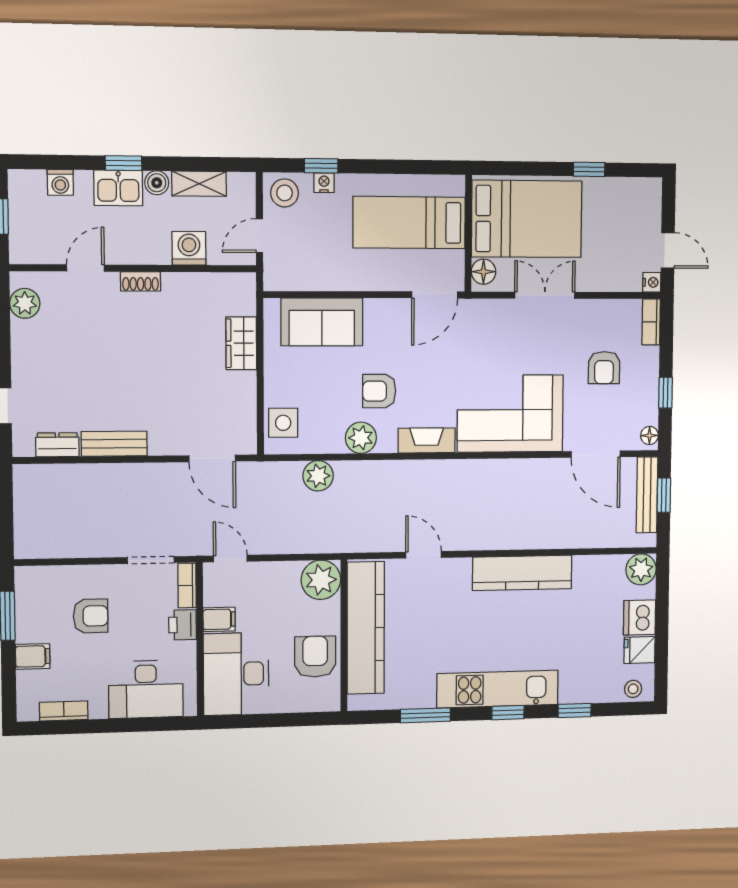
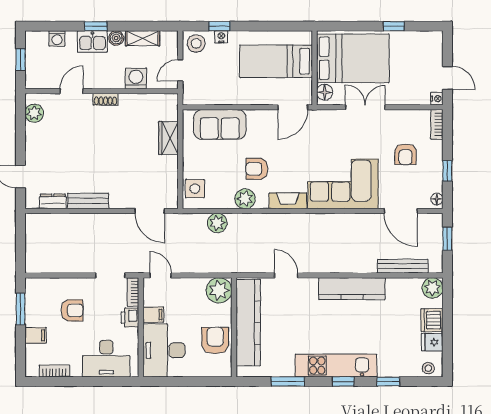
bench: (647, 495) -> (403, 266), moved, turned 90

